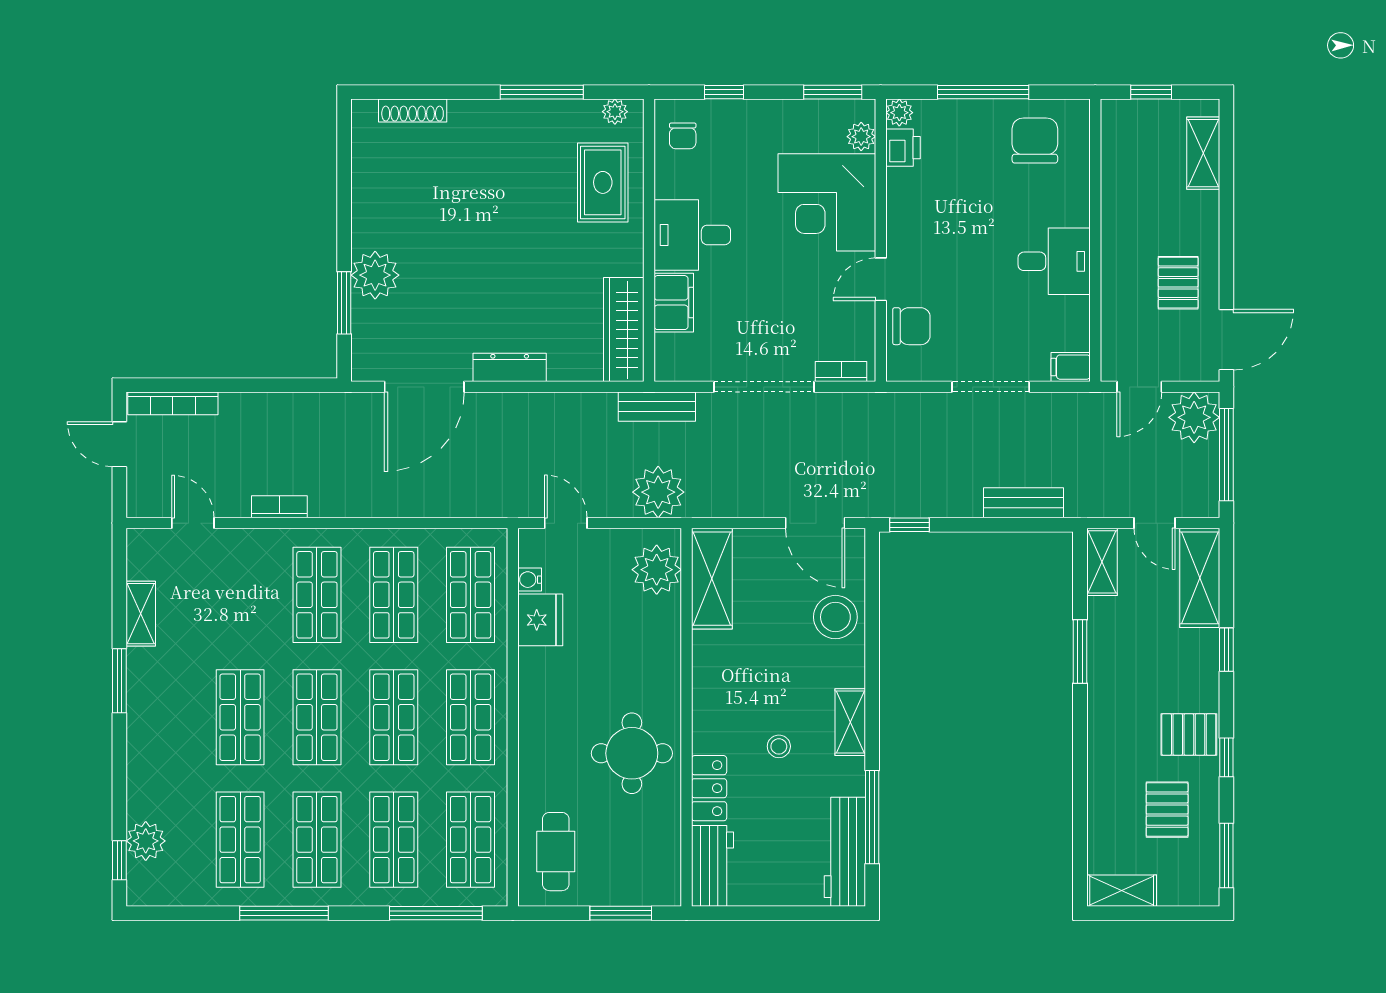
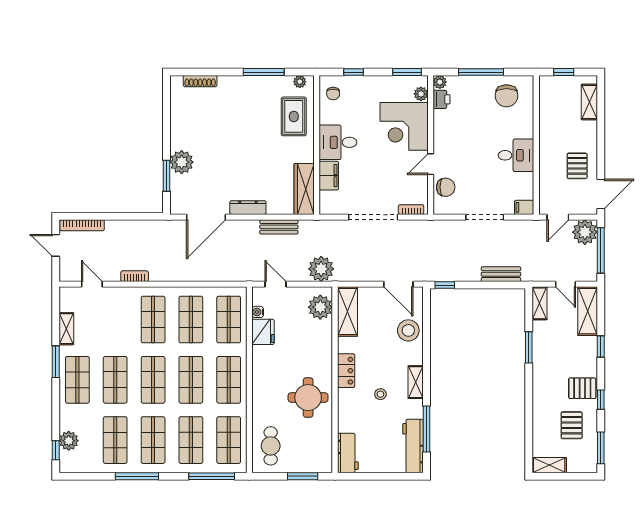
chair: (1035, 141) -> (507, 96), turned 180
bench: (657, 407) -> (279, 227), moved
shop shelf: (163, 717) -> (77, 380), added
locker: (709, 788) -> (346, 371), moved

